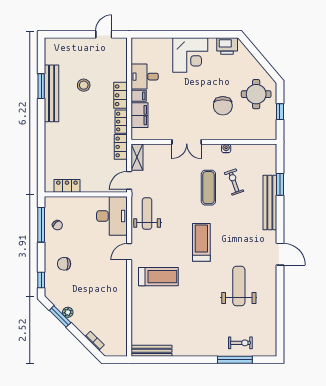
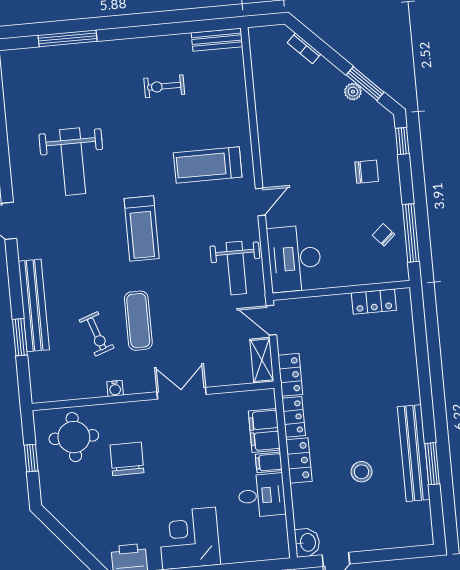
washbasin: (120, 46) -> (307, 542), added
round table: (256, 94) -> (74, 437), moved
door: (129, 180) -> (271, 320), swing flipped
exercise bike: (240, 343) -> (164, 86), moved
bench: (151, 351) -> (217, 40), width x0.73

